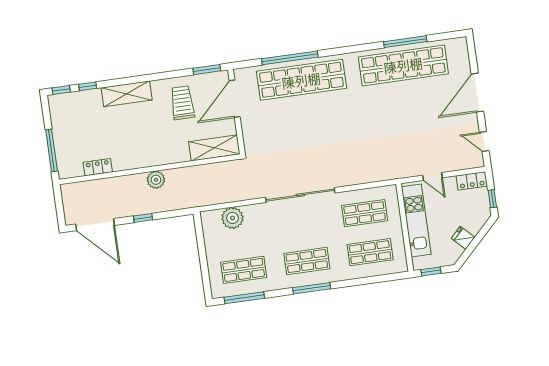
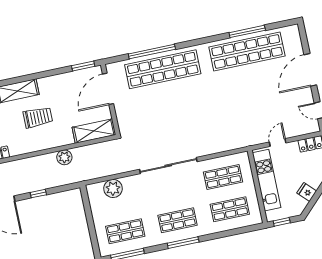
trolley: (182, 103) -> (38, 117), moved, turned 90
door: (433, 176) -> (278, 142), swing flipped
plant: (156, 180) -> (64, 157), moved

